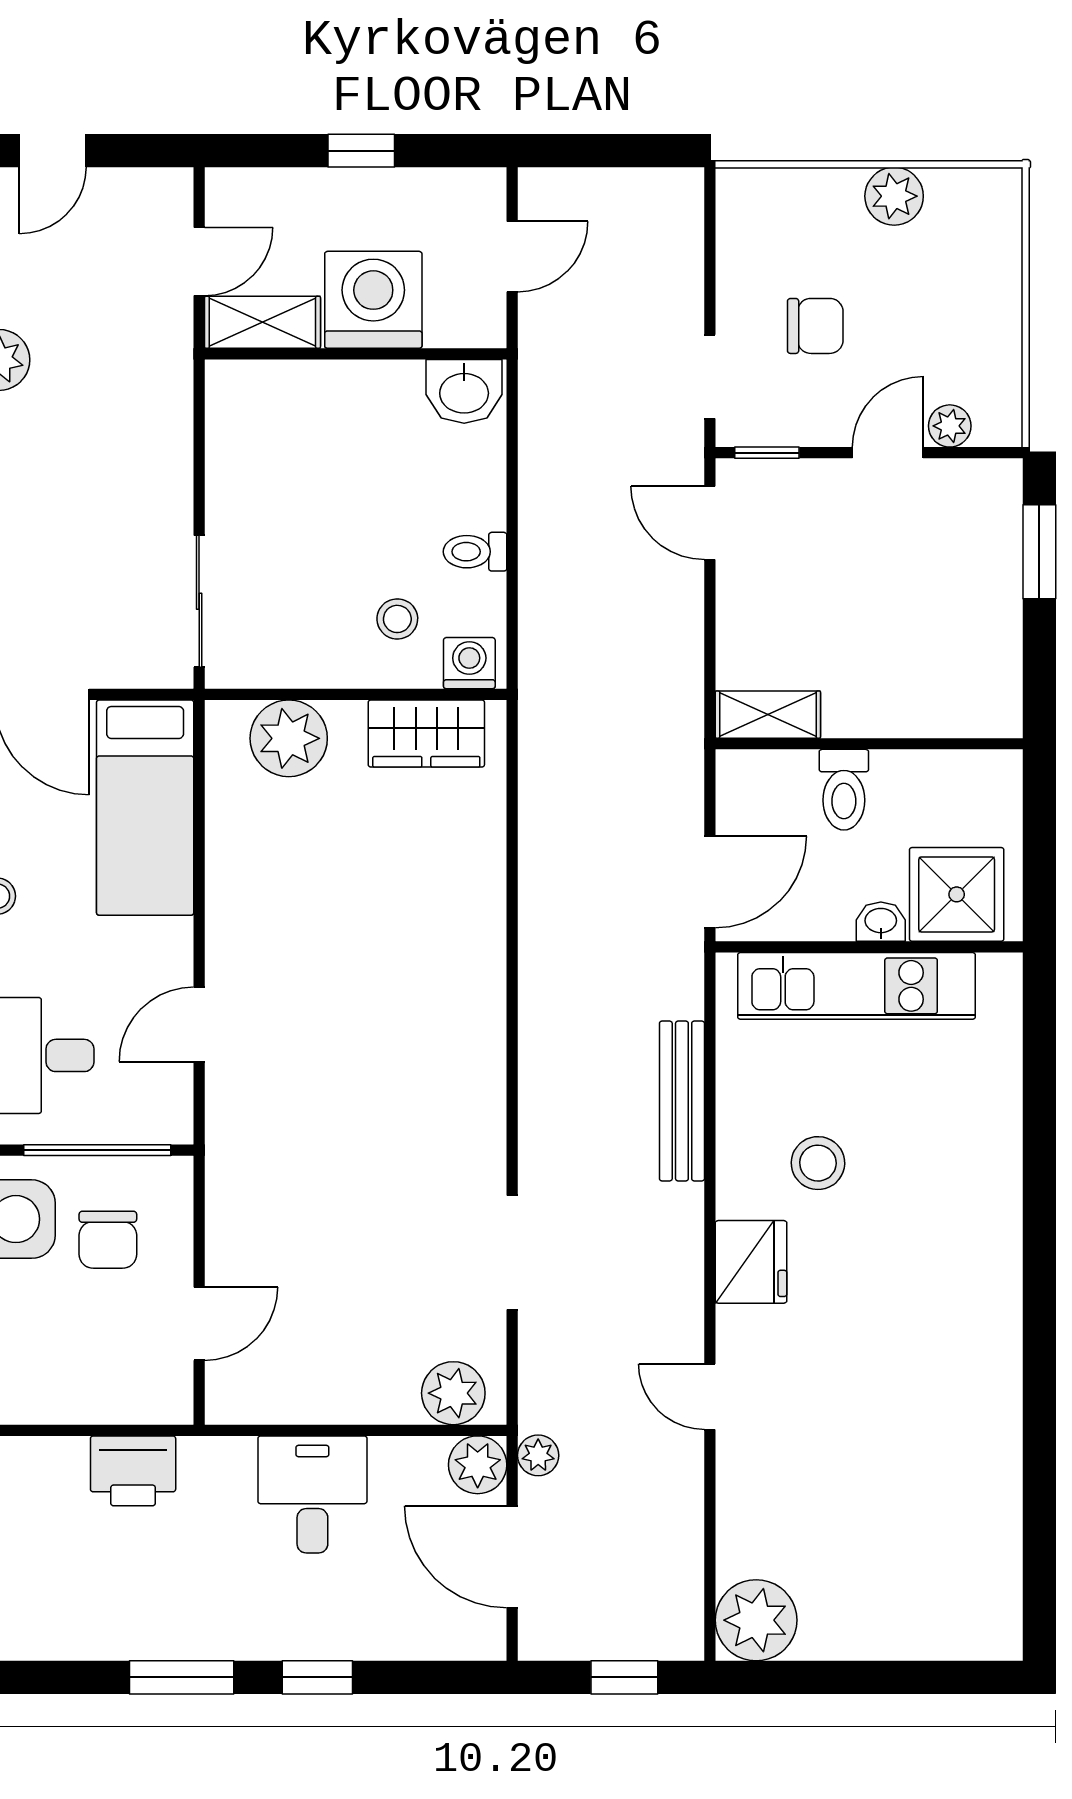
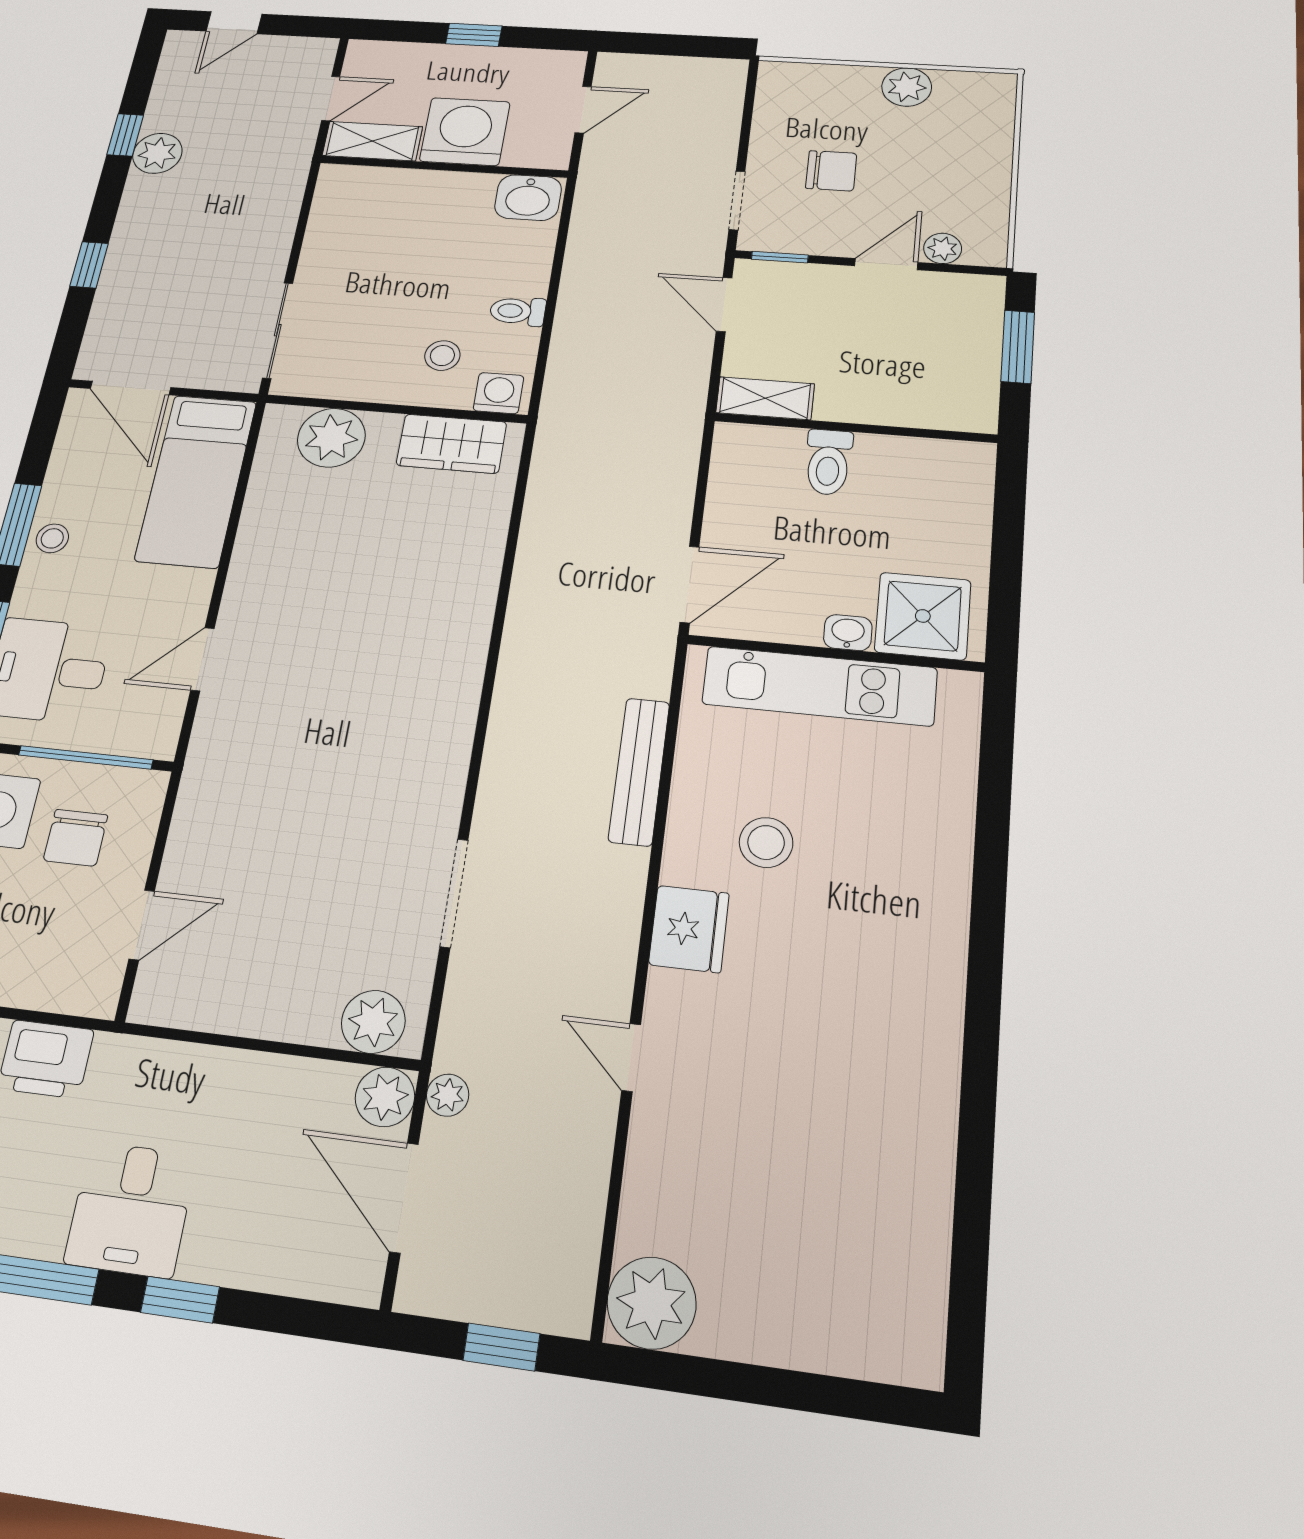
shelving: (768, 715) -> (765, 398), moved
wall: (869, 744) -> (855, 428), moved
toilet: (844, 790) -> (828, 462), moved
desk: (312, 1494) -> (131, 1209), moved, turned 180

